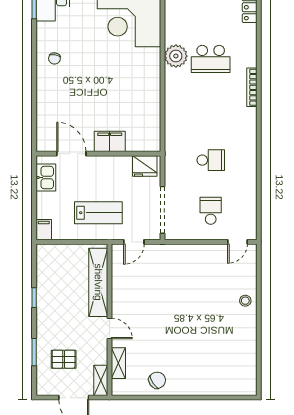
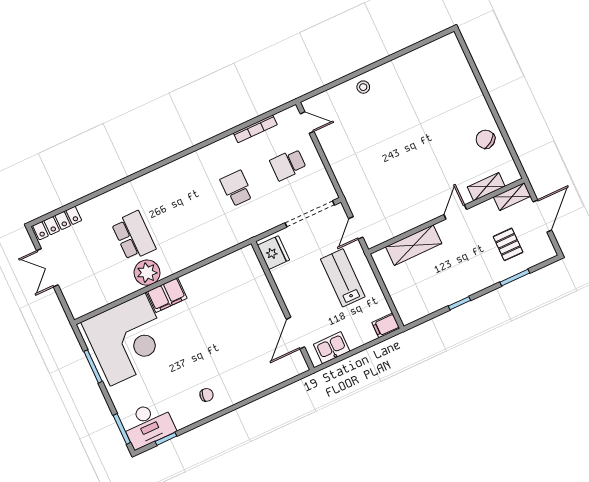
bookcase: (252, 87) -> (255, 129), moved
filing cabinet: (110, 141) -> (167, 295), moved, turned -90
door: (134, 242) -> (356, 228), swing flipped
shelving: (98, 282) -> (414, 245), width x0.68

